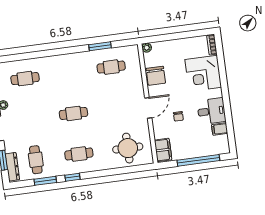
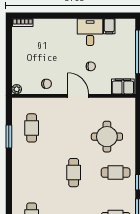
corner desk: (203, 73) -> (50, 35), removed
chair: (156, 76) -> (47, 84), width x0.54, depth x0.54
round table: (128, 148) -> (107, 137), moved
cafe table: (79, 154) -> (116, 173), turned 90

